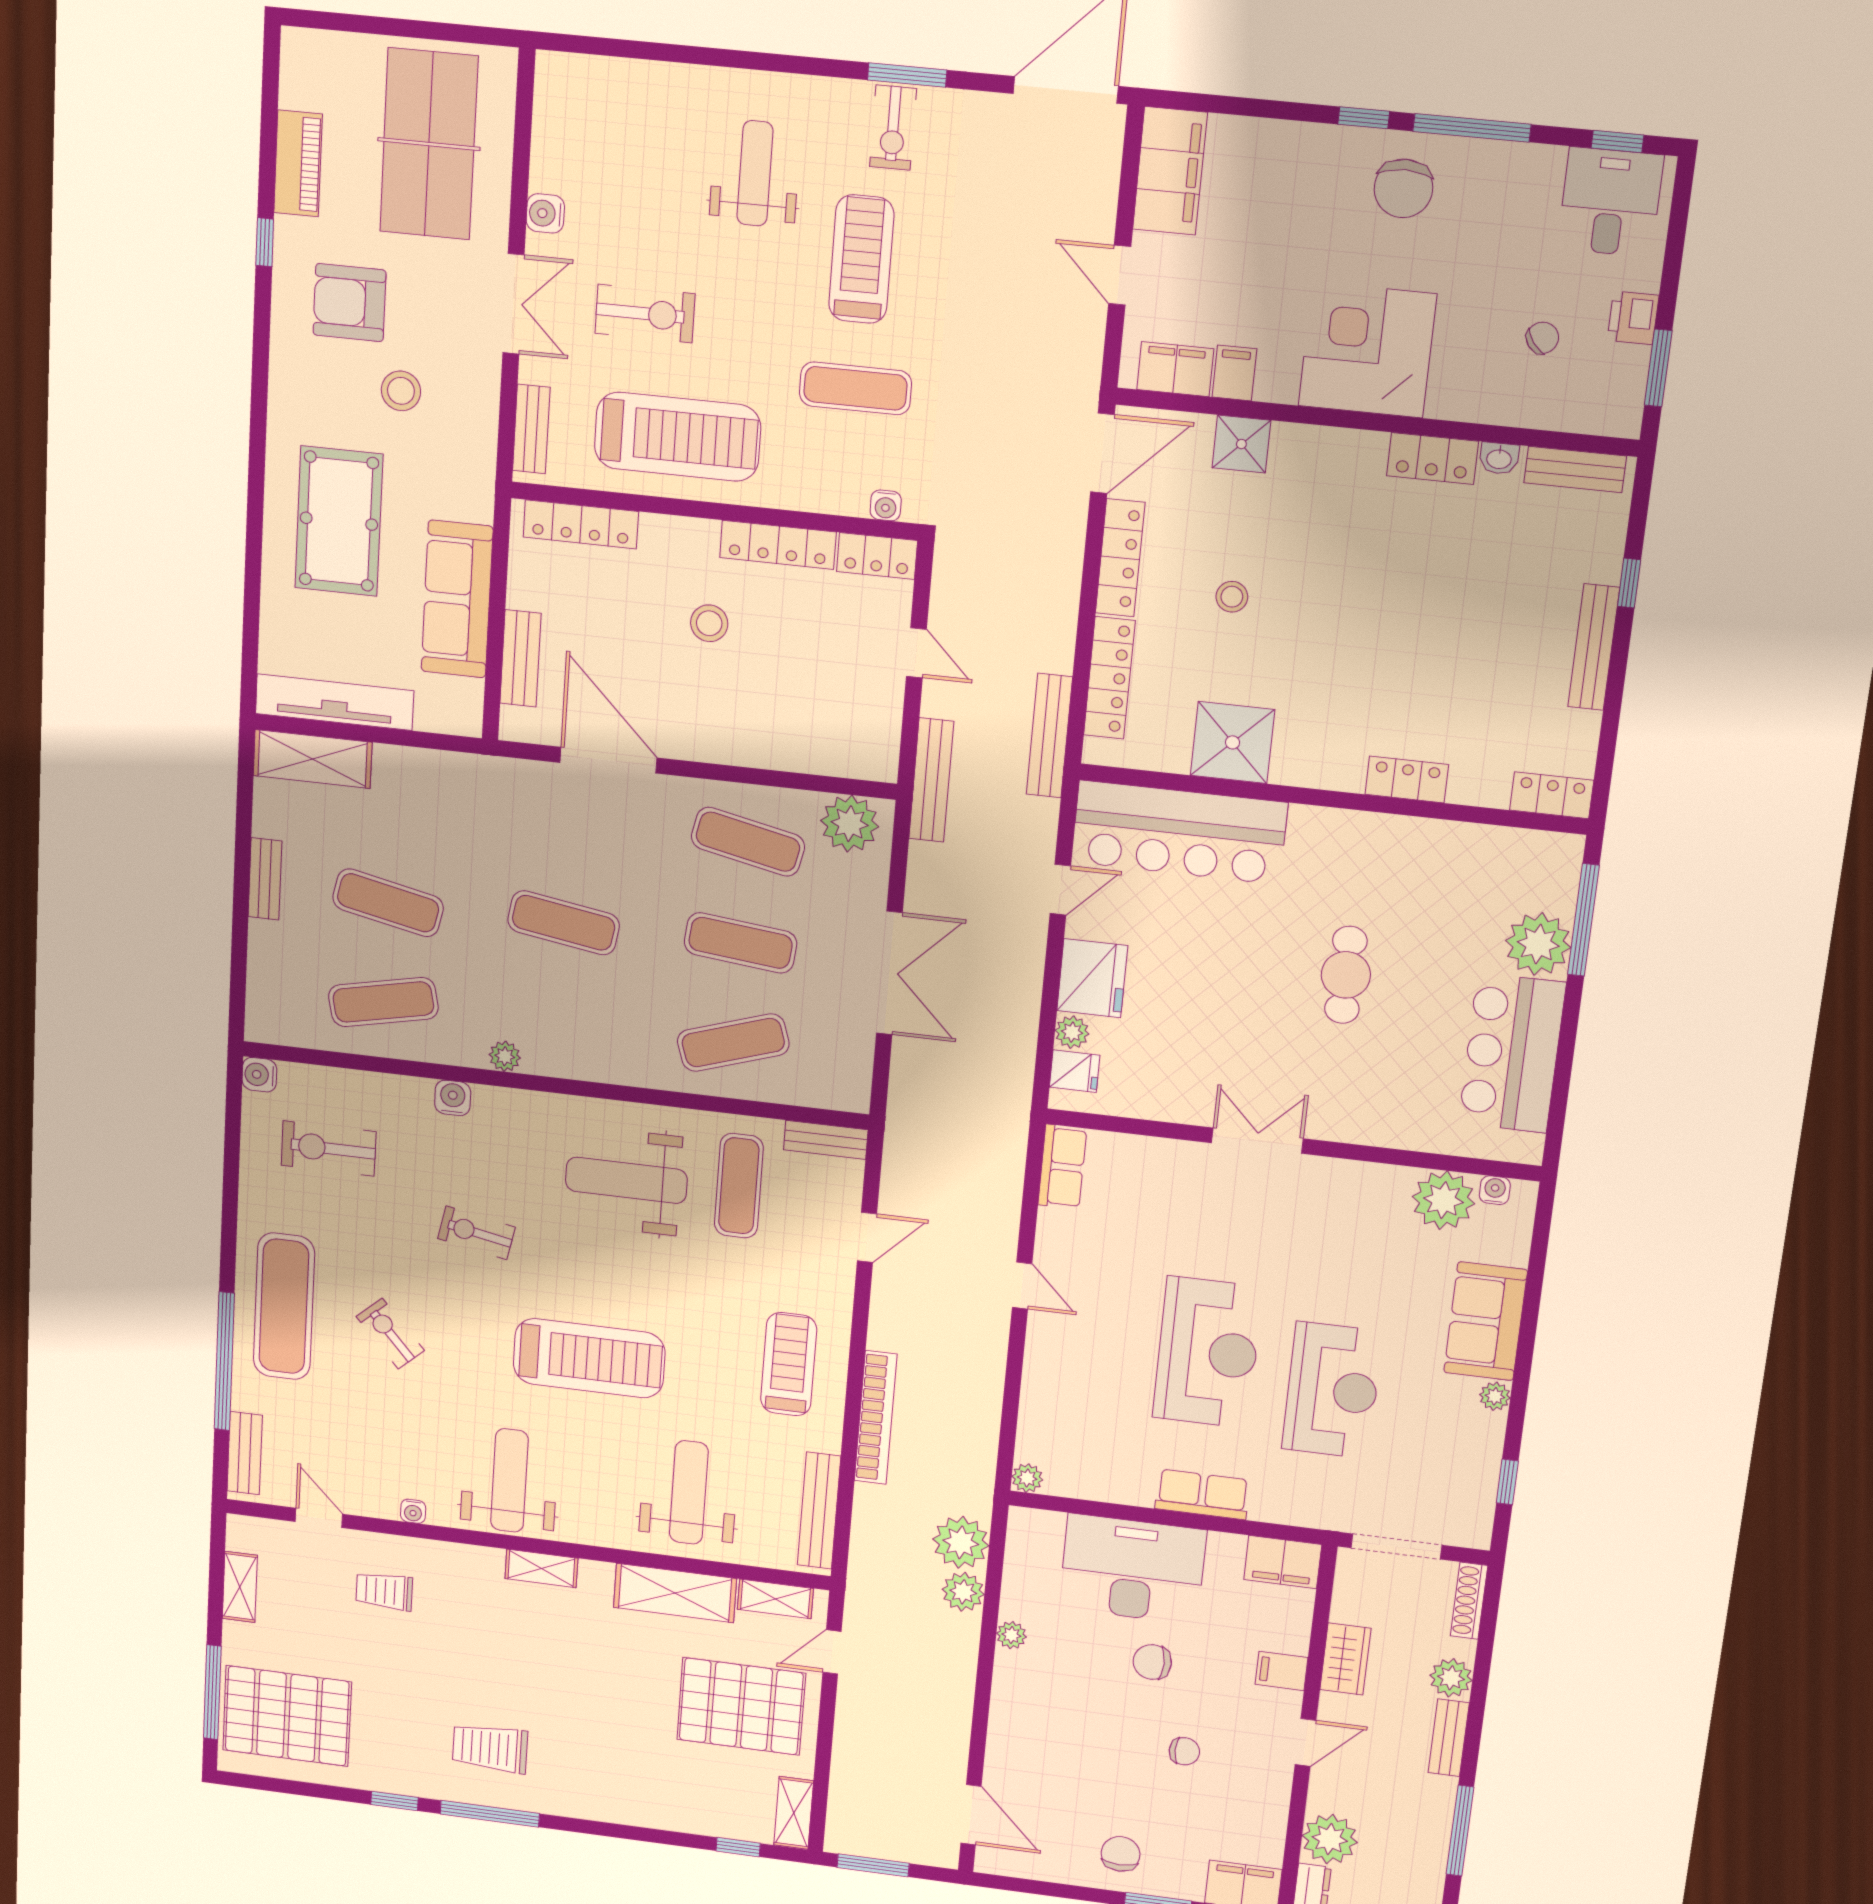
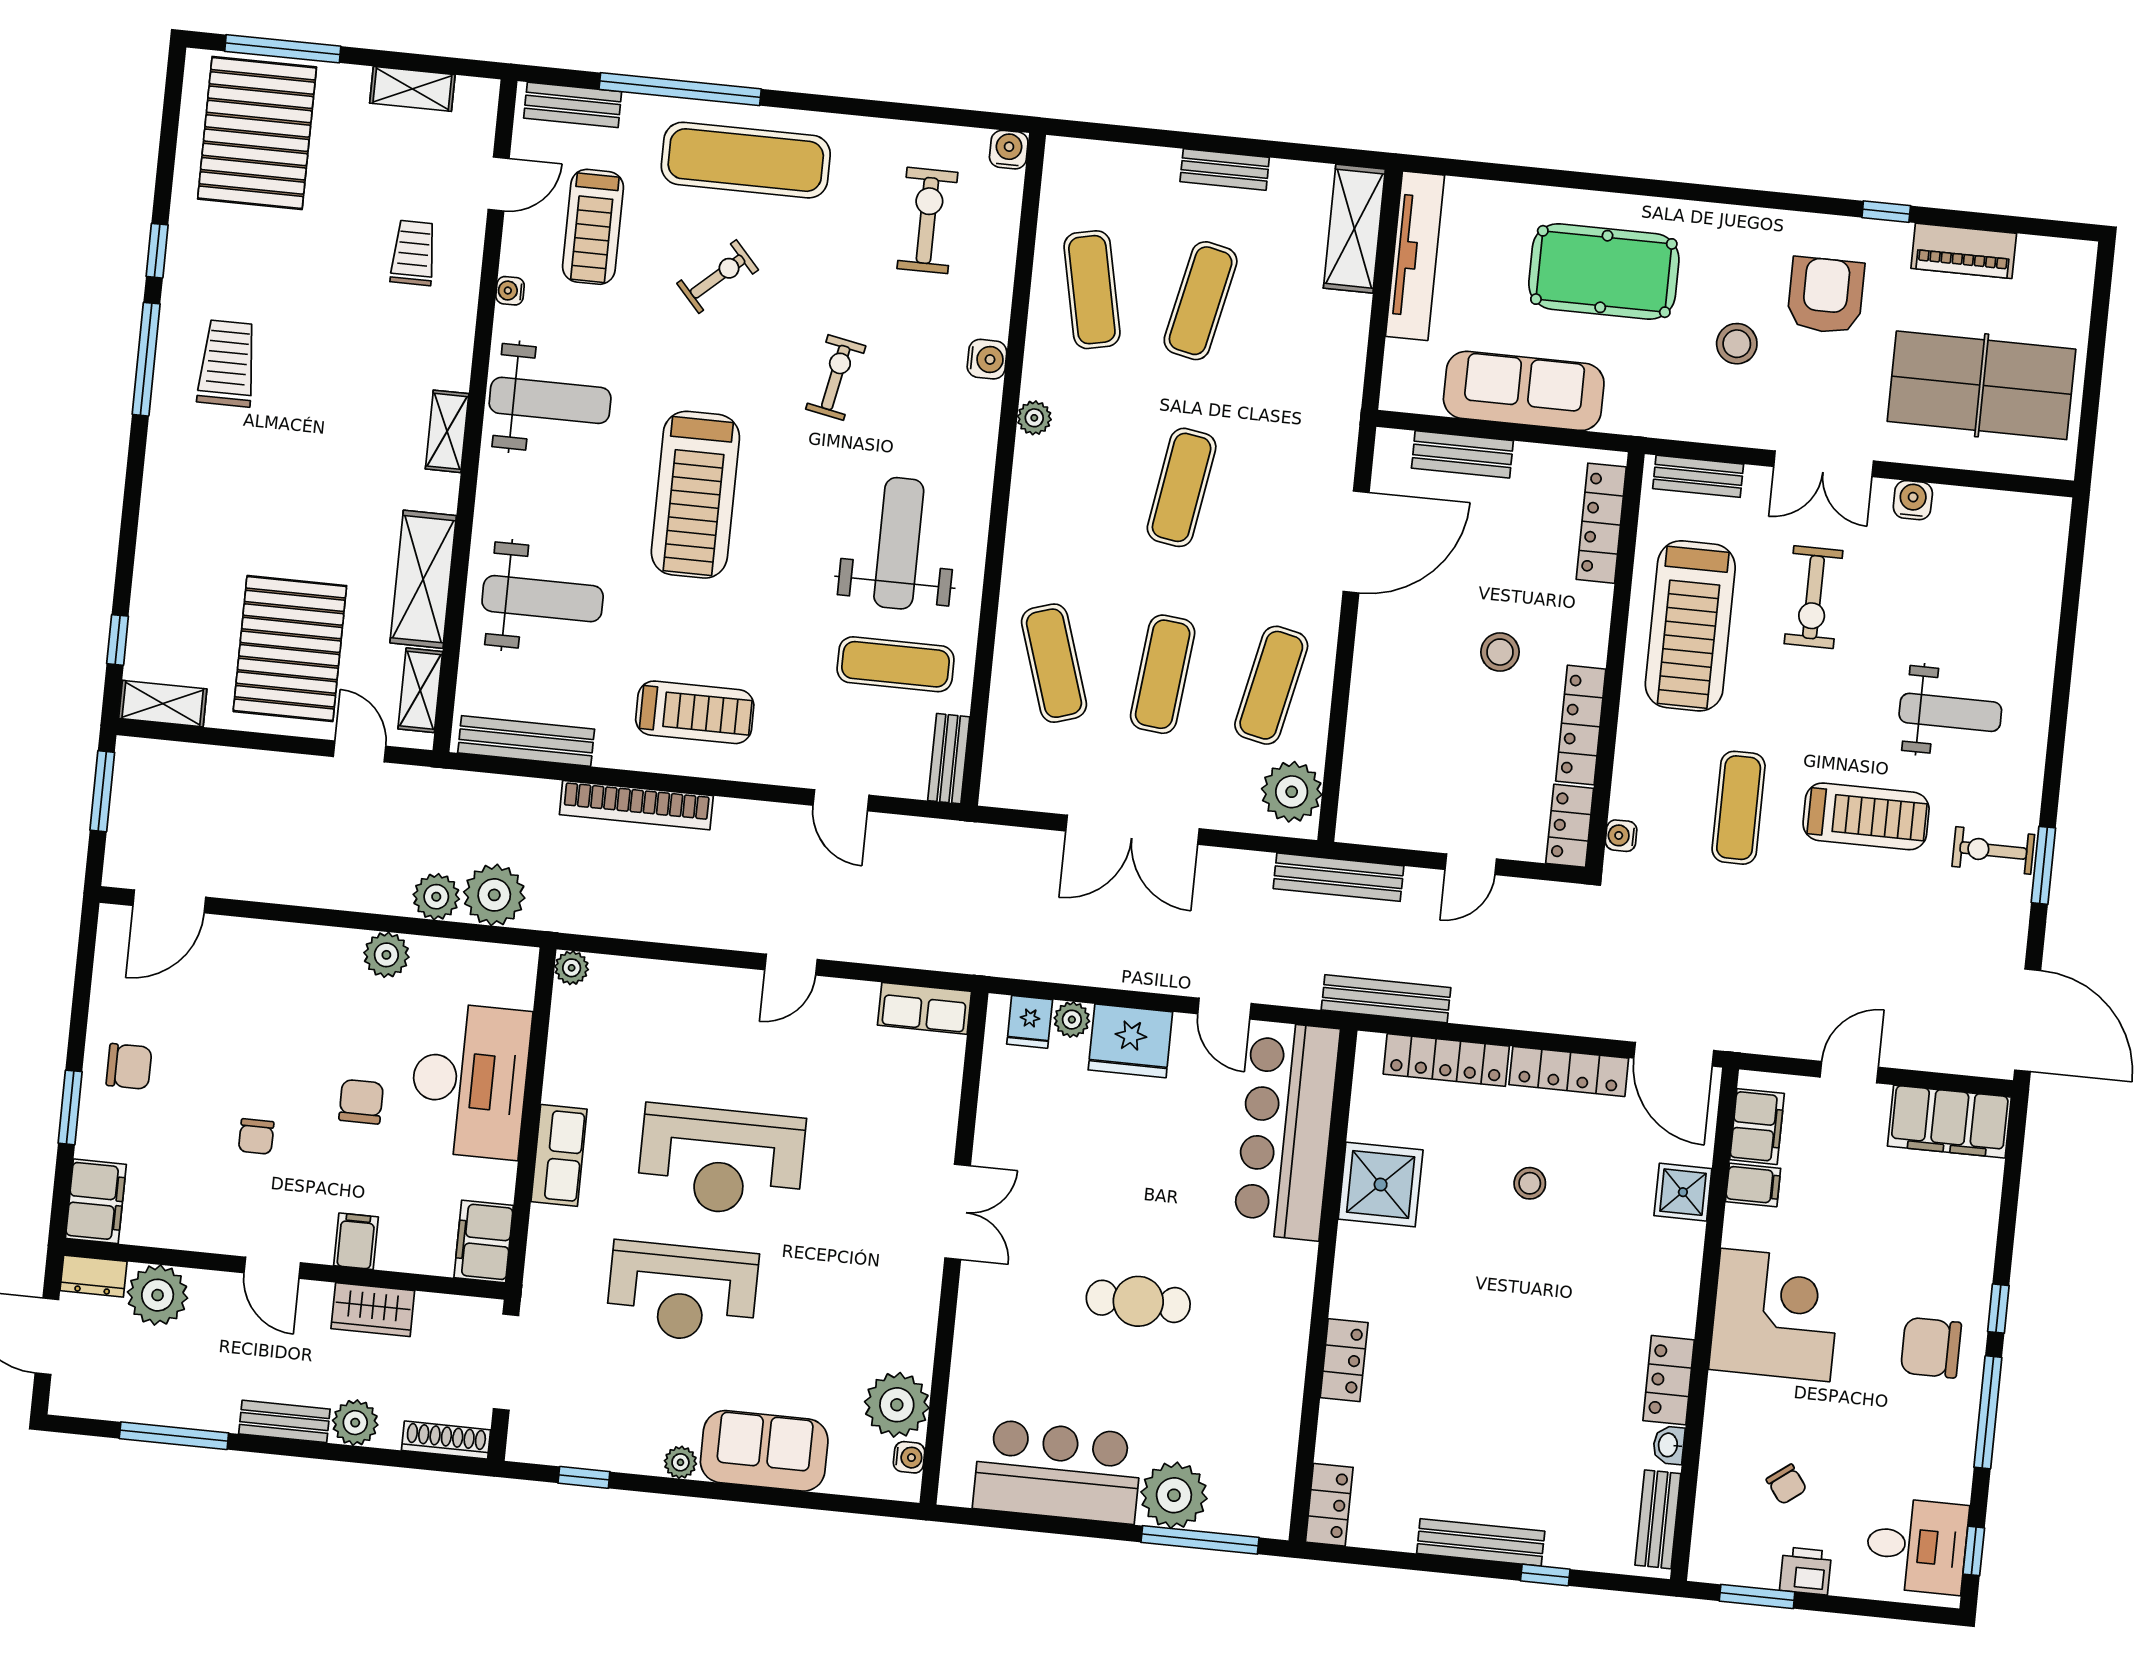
treadmill: (352, 1439) -> (593, 227), added
plant: (1011, 1635) -> (386, 955), width x1.38, depth x1.38

